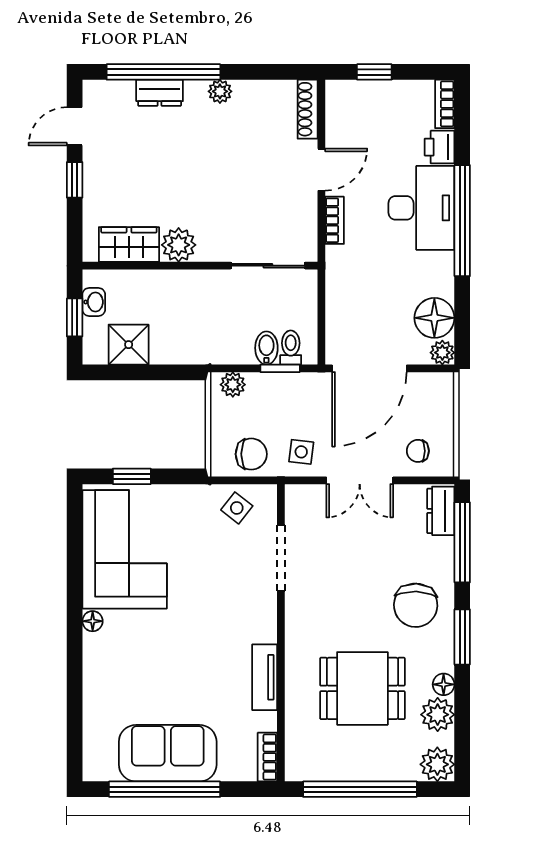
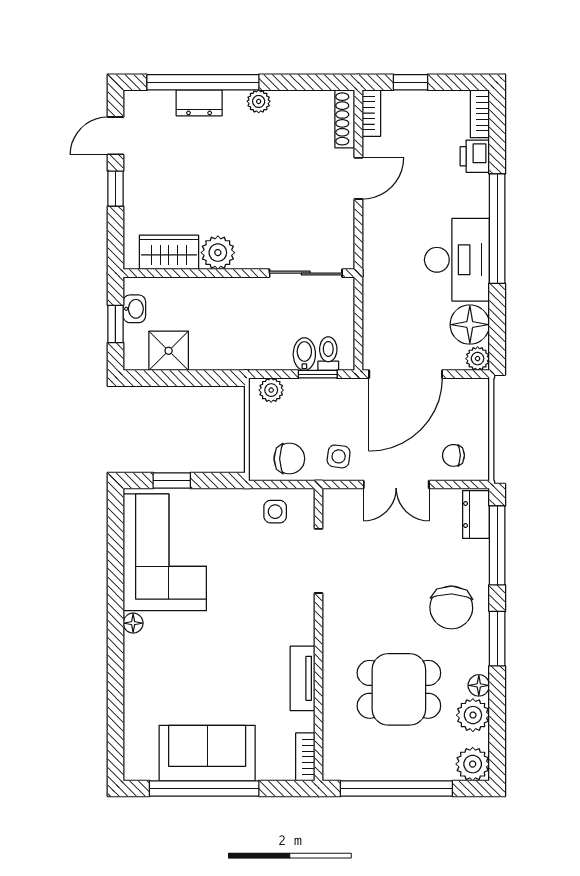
desk: (421, 208) -> (457, 260), moved
bookcase: (334, 220) -> (371, 113), moved
side table: (237, 508) -> (275, 512), turned -38

